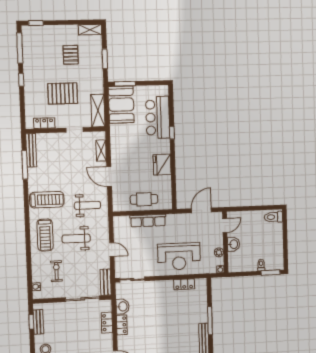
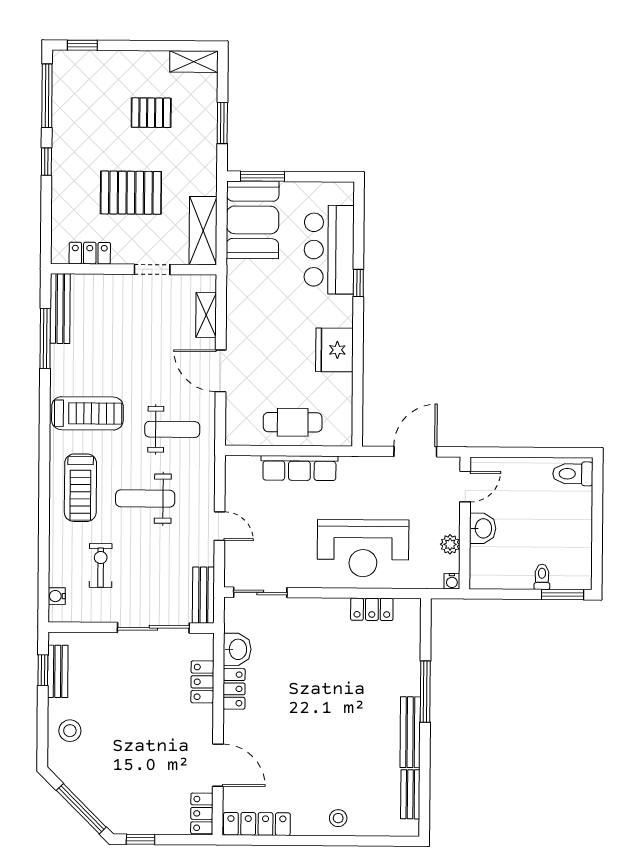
pallet: (71, 55) -> (151, 113), turned 90

